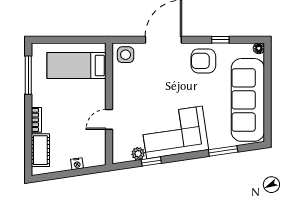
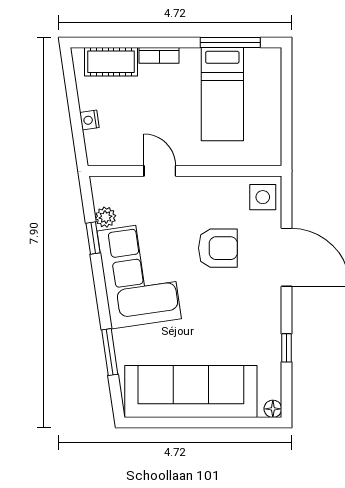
armchair: (203, 61) -> (218, 248), moved, turned 90
bed: (77, 65) -> (222, 94), moved, turned 180

